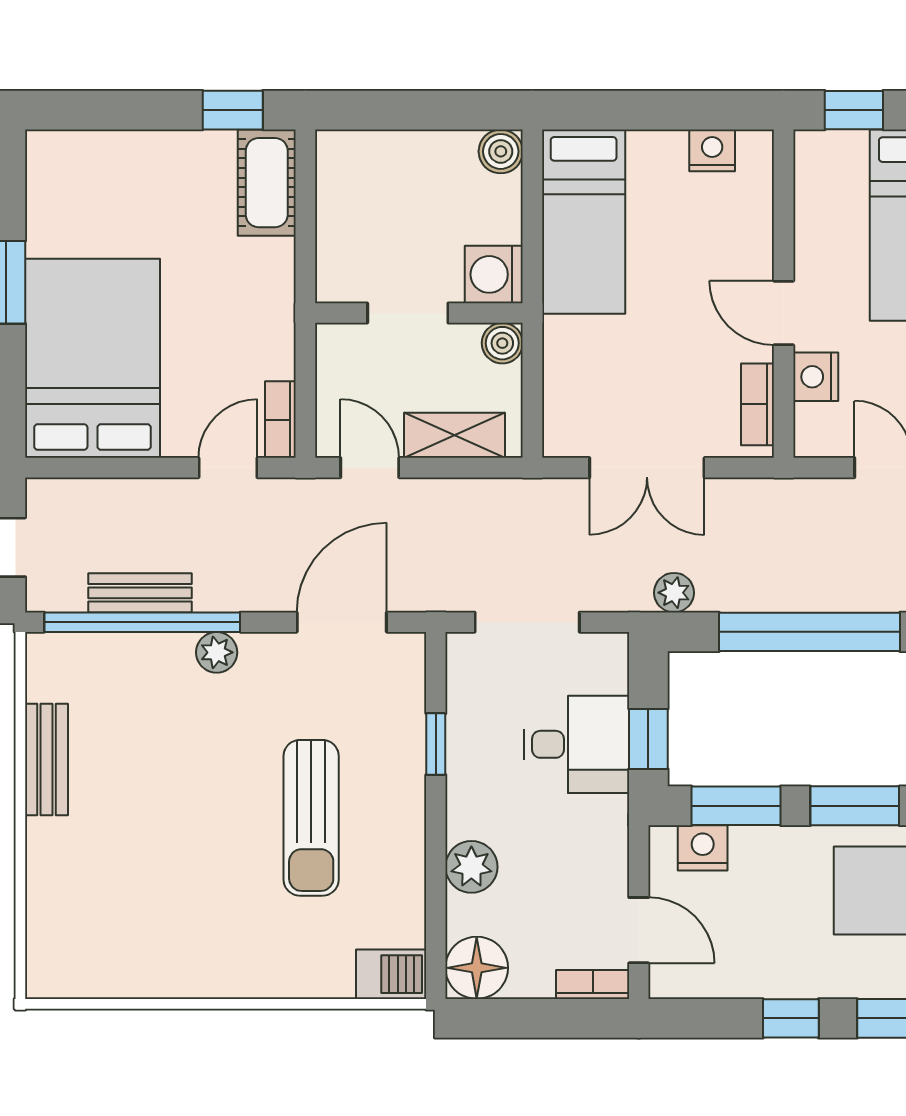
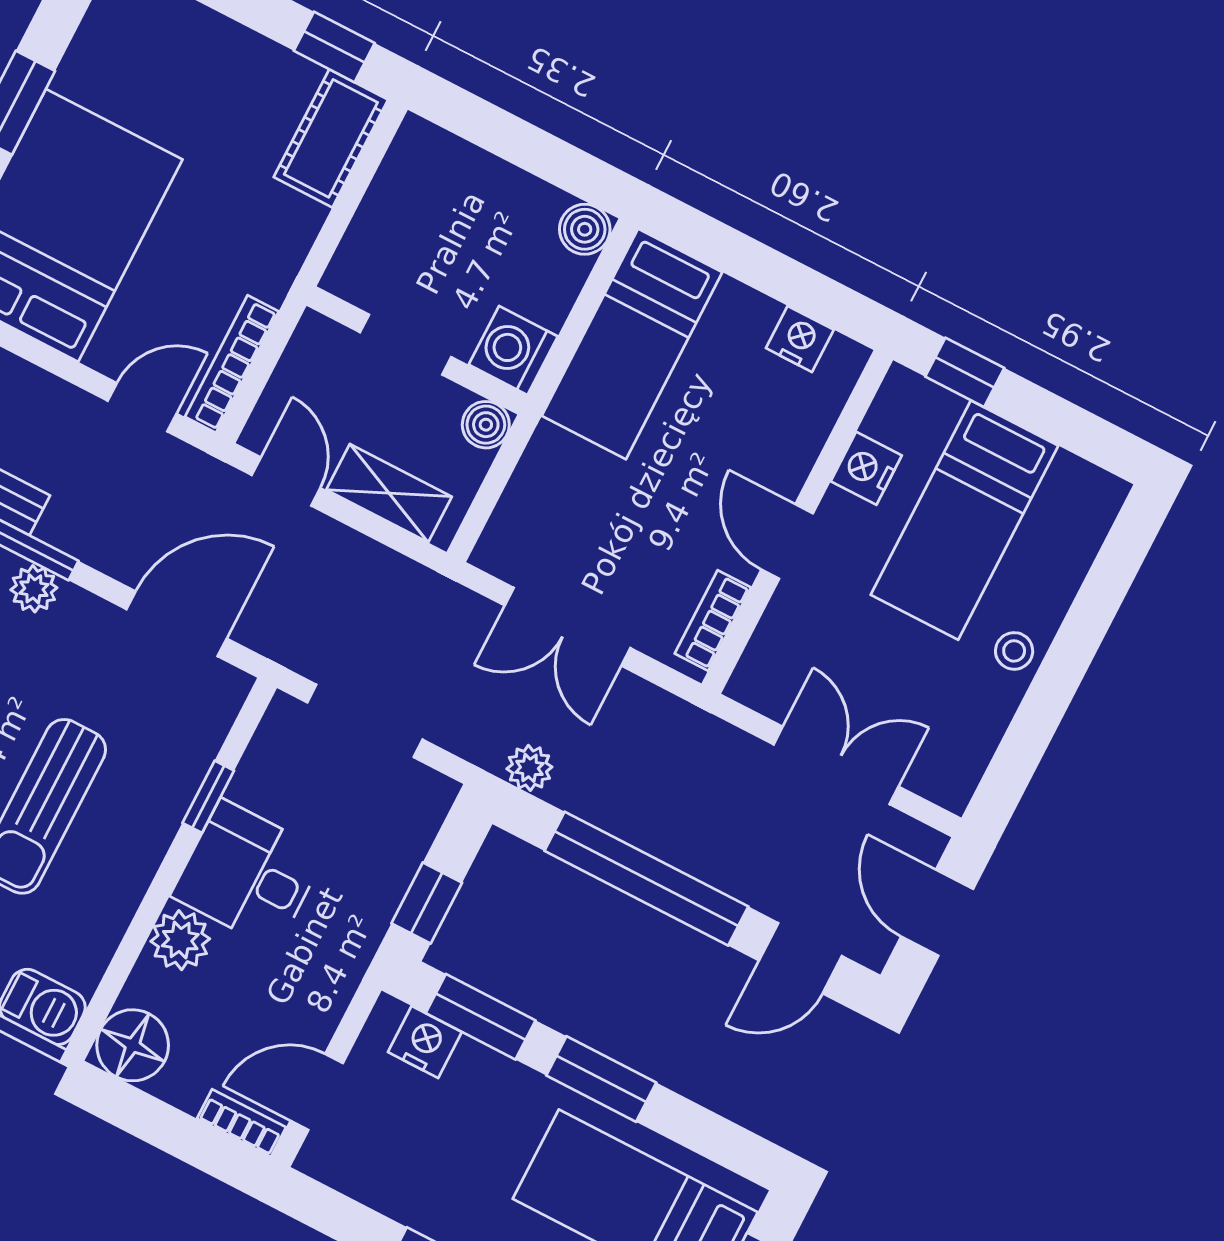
nightstand: (816, 377) -> (866, 468), moved
bookcase: (280, 420) -> (232, 364), width x1.56
desk: (576, 744) -> (248, 874), moved, turned 180
door: (639, 930) -> (317, 1092), swing flipped

